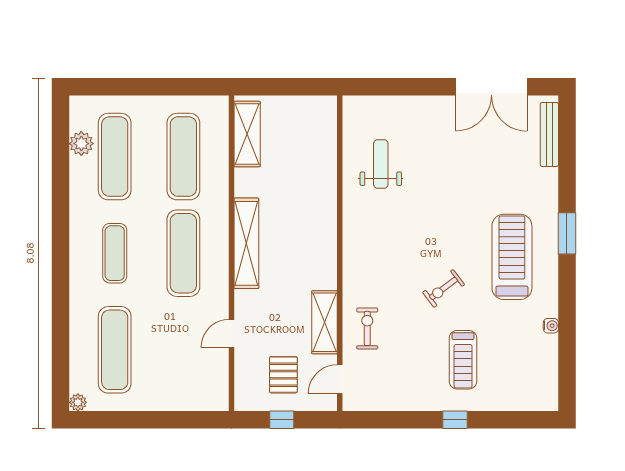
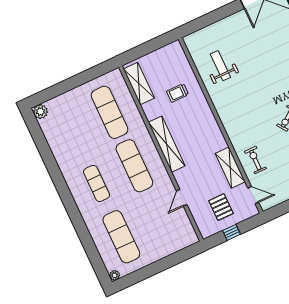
plant: (81, 144) -> (40, 112), moved
exercise mat: (115, 157) -> (72, 130), removed
trolley: (298, 175) -> (178, 93), added
door: (340, 379) -> (253, 195), swing flipped

